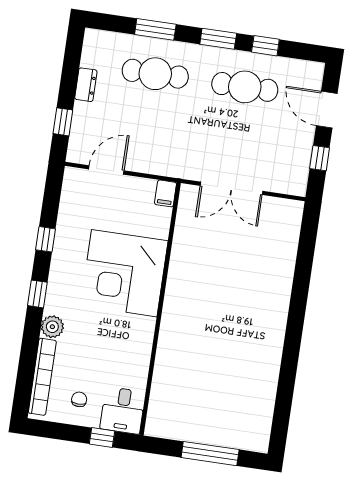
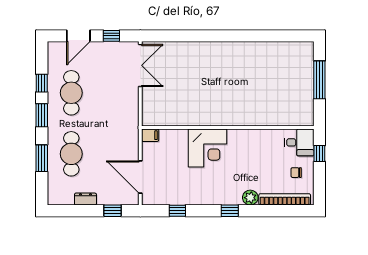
door: (106, 170) -> (140, 177), width x1.36
double door: (231, 188) -> (140, 65), moved
window: (46, 239) -> (177, 211), moved
corner desk: (124, 273) -> (207, 148), width x0.74, depth x0.74

